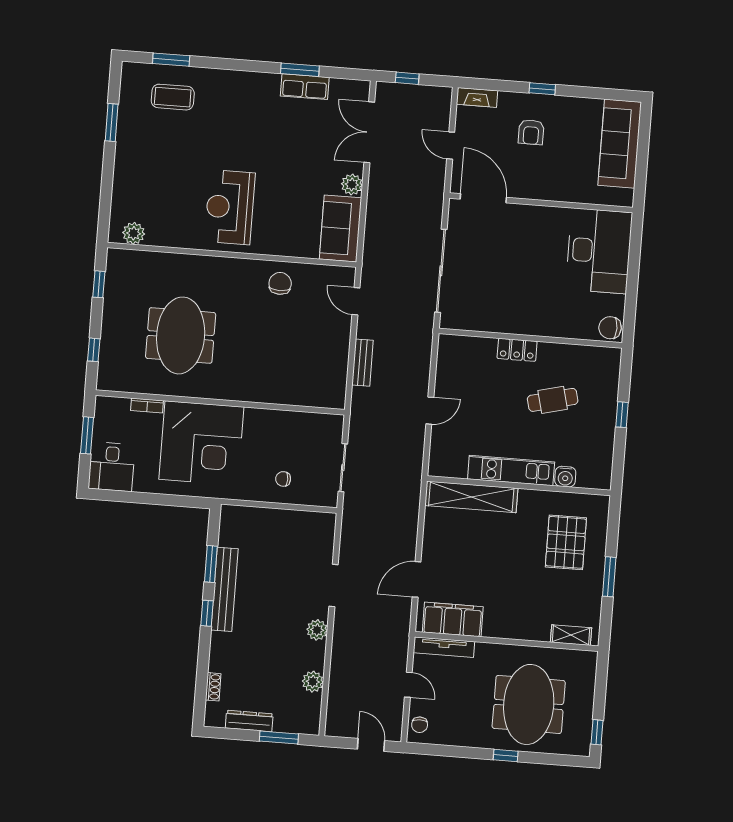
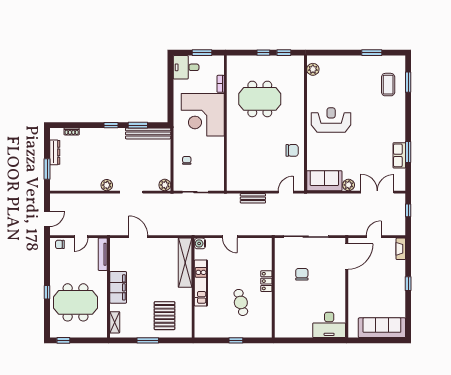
armchair: (531, 132) -> (384, 279), removed
desk: (599, 251) -> (329, 325), width x0.73, depth x0.77
chair: (610, 328) -> (302, 274), moved
window: (94, 350) -> (263, 53), moved
water cooler: (565, 477) -> (200, 243), moved
pallet: (566, 542) -> (165, 316), turned 90
bench: (224, 589) -> (148, 133), moved
filing cabinet: (453, 619) -> (118, 287), moved
plant: (313, 682) -> (165, 185), moved

